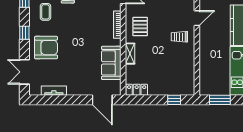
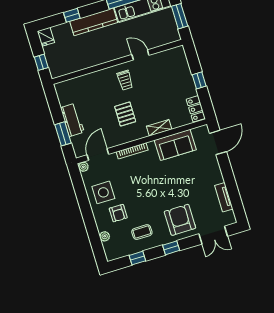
door: (197, 18) -> (140, 55), moved
pallet: (140, 27) -> (125, 114), moved, turned 90
window: (174, 100) -> (199, 80), moved

